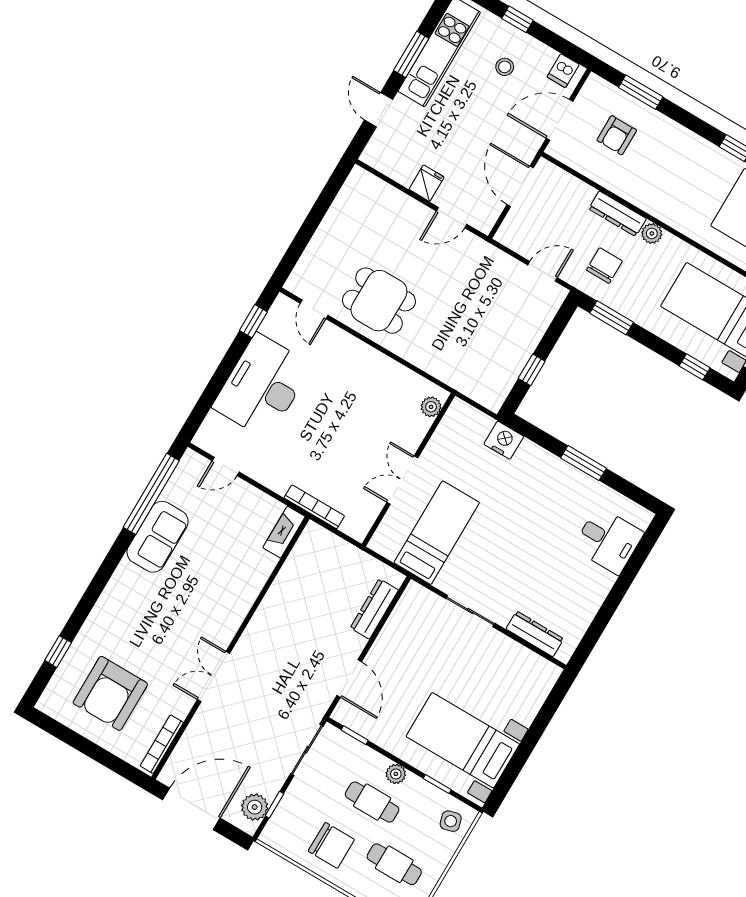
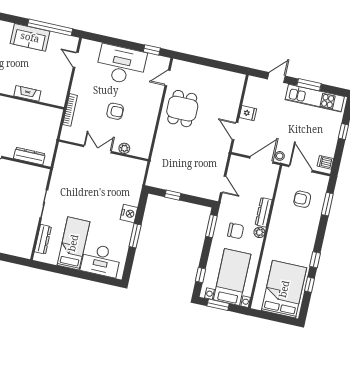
stool: (505, 67) -> (280, 156), moved
chair: (604, 266) -> (236, 231), moved
plant: (431, 407) -> (124, 148), moved
armchair: (344, 425) -> (115, 111), added
nightstand: (504, 440) -> (129, 213), moved
fireplace: (284, 532) -> (27, 93), moved
bed: (437, 533) -> (73, 243), moved, turned -90
desk: (608, 540) -> (101, 260), width x1.37

